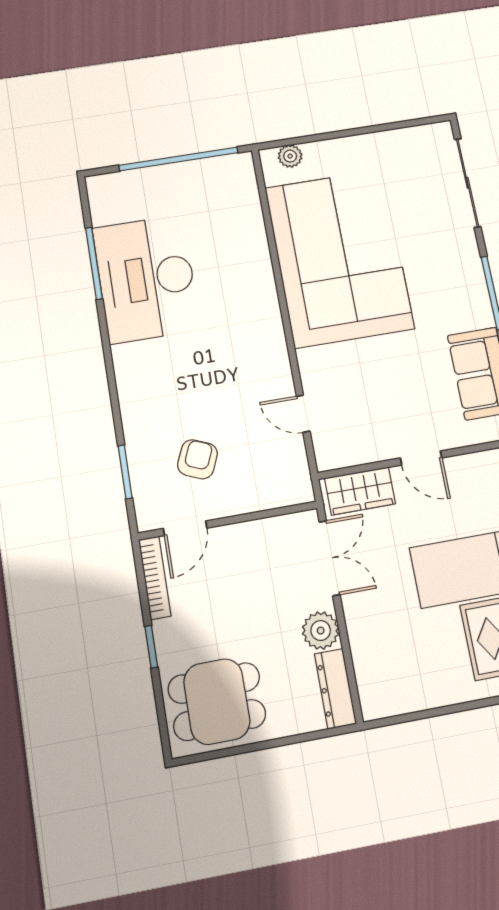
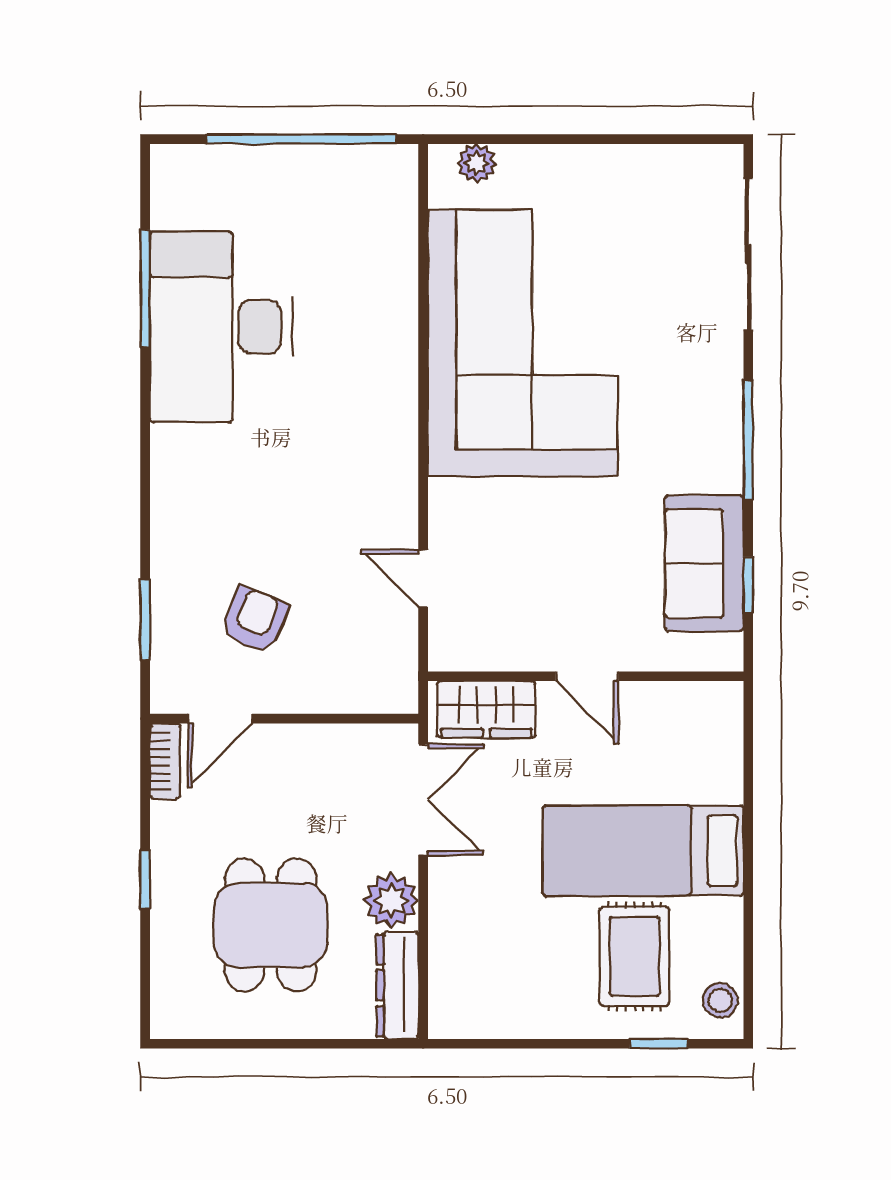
bookcase: (155, 578) -> (165, 761), width x0.64
dining table: (217, 702) -> (271, 925), moved, turned 90

